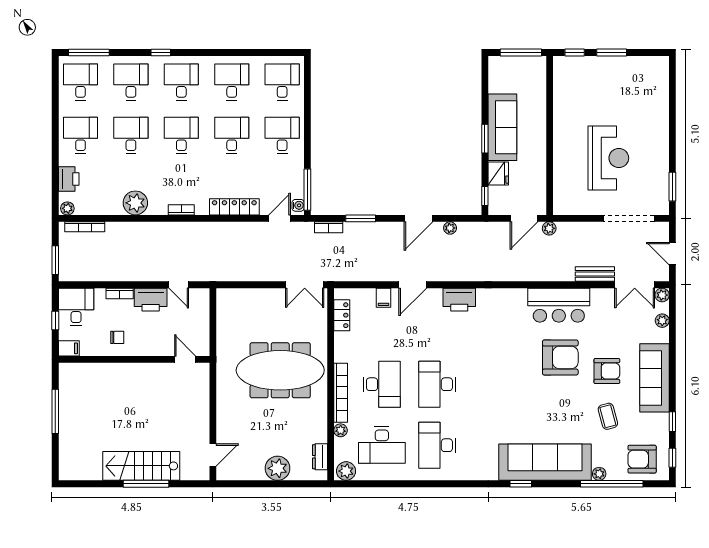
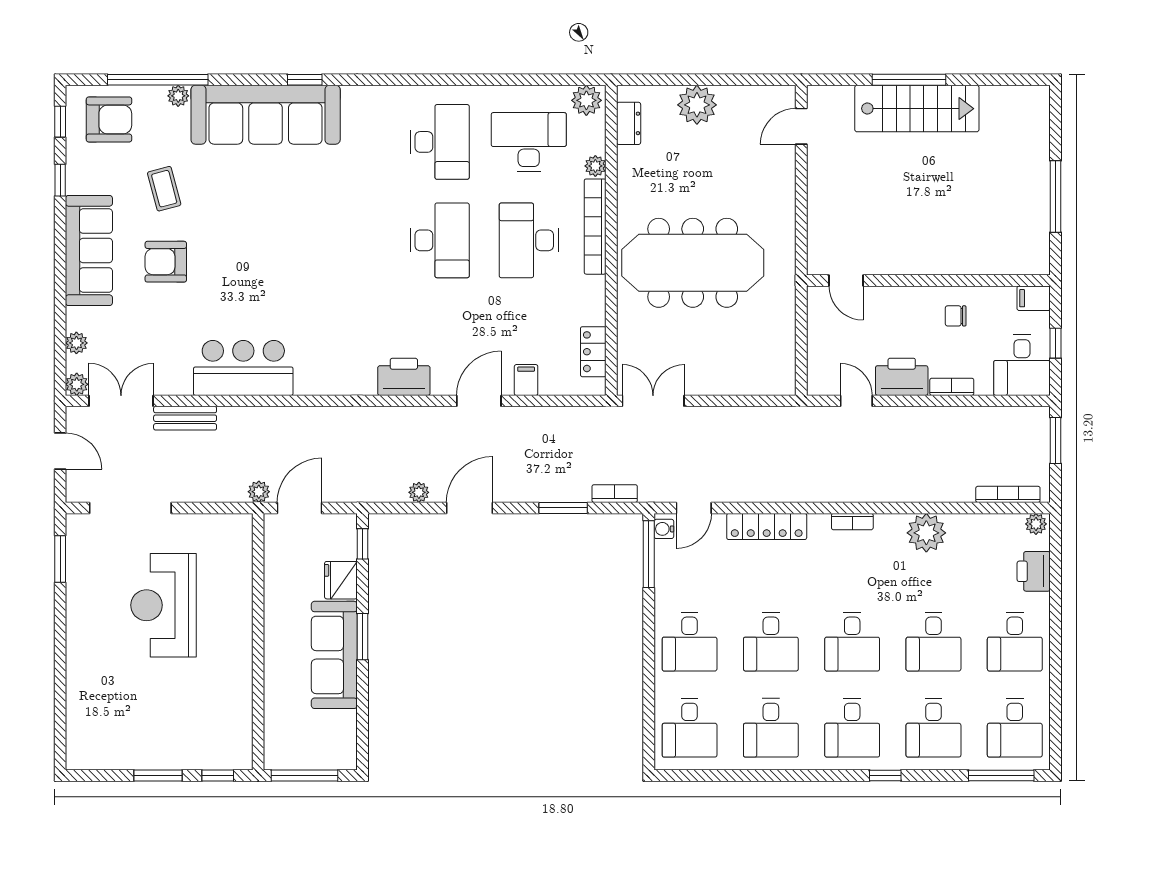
armchair: (560, 357) -> (241, 283), removed

